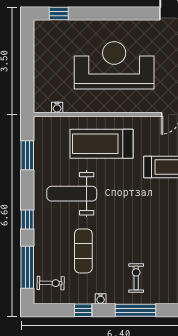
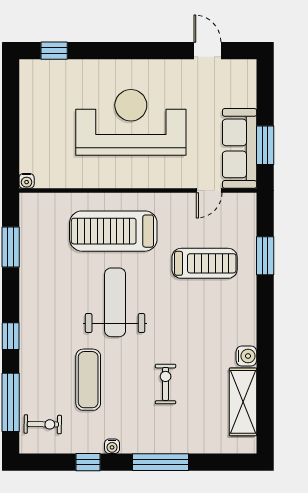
water cooler: (57, 108) -> (27, 181), moved
weight bench: (72, 194) -> (115, 302), moved, turned 90
exercise bike: (136, 278) -> (166, 384), moved

